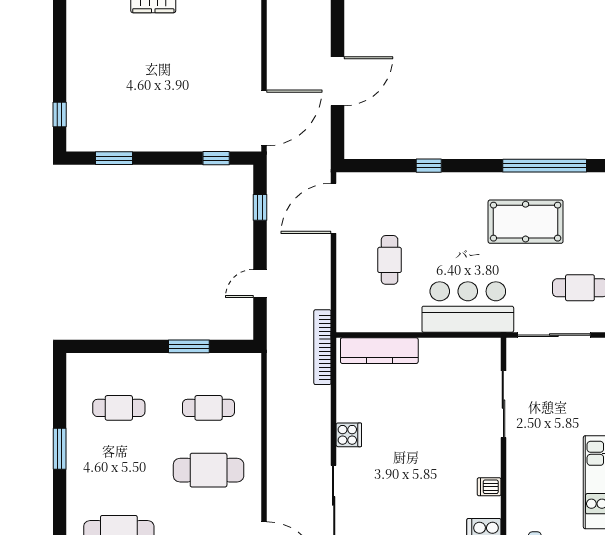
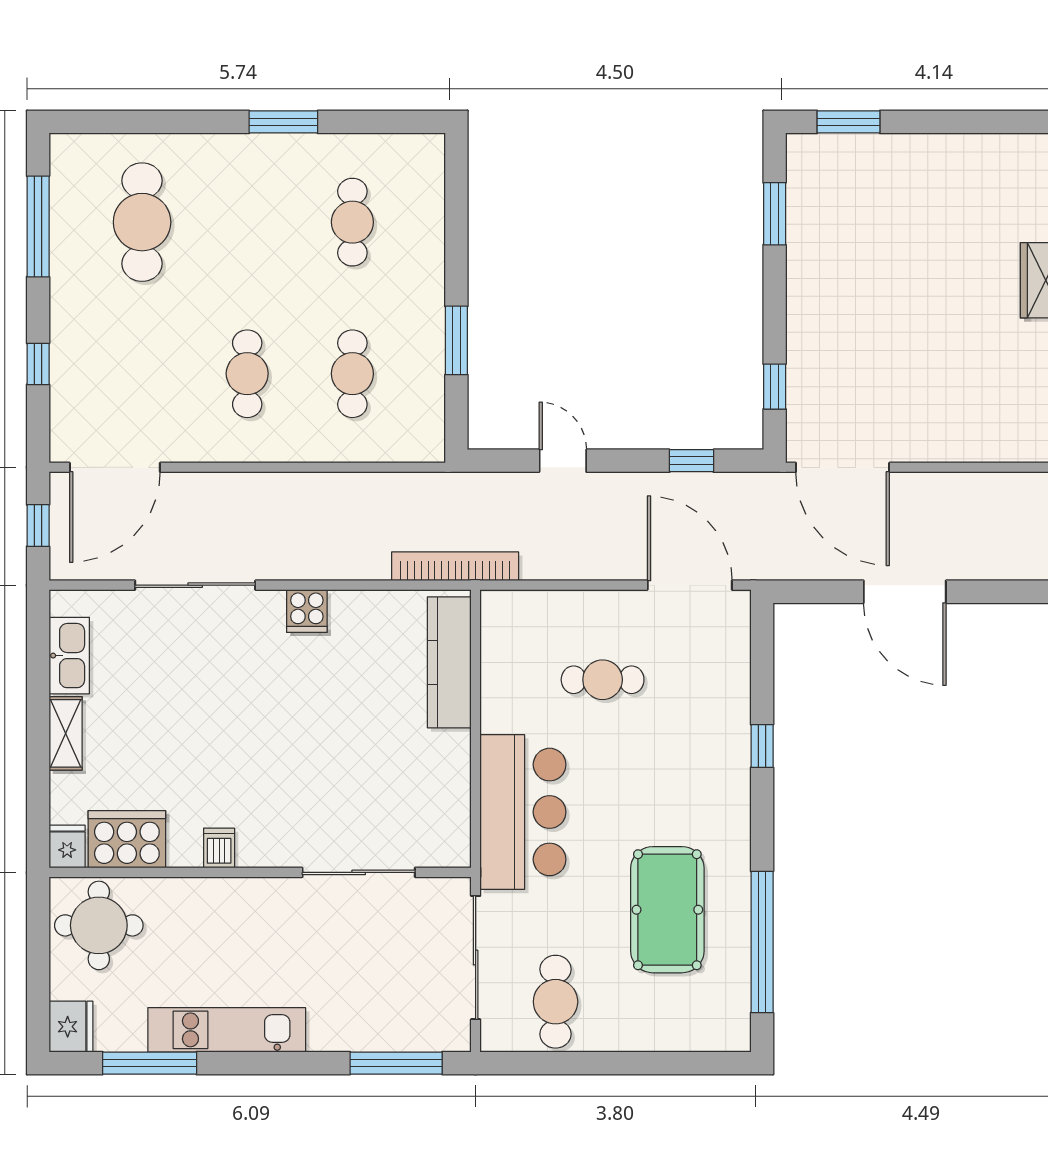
window: (60, 114) -> (848, 122), width x1.50
cafe table: (209, 470) -> (247, 374), width x0.73, depth x0.74

